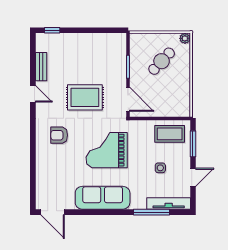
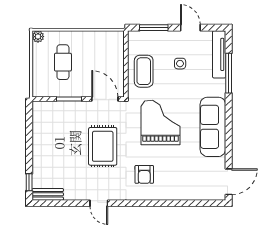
cafe table: (162, 61) -> (63, 62), turned 47
bench: (41, 67) -> (48, 194), moved
door: (33, 94) -> (99, 203), swing flipped
door: (128, 99) -> (105, 99), hinge flipped
coffee table: (170, 134) -> (144, 71), moved
grand piano: (107, 150) -> (160, 122), turned 180

